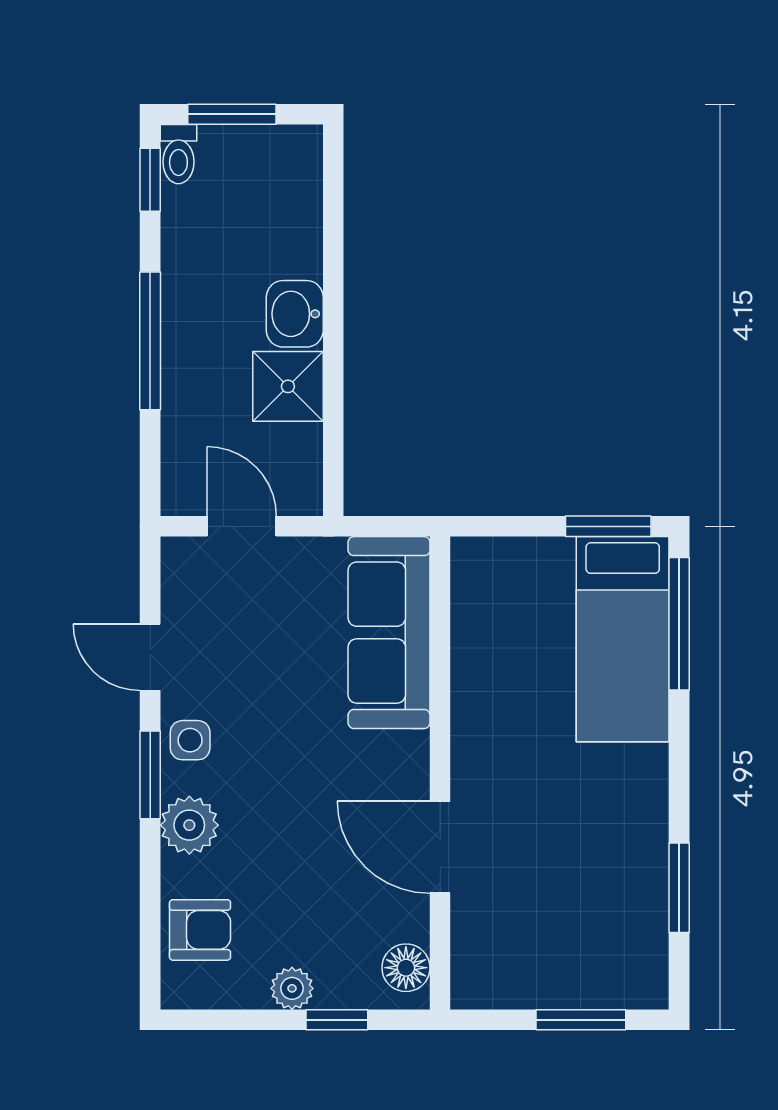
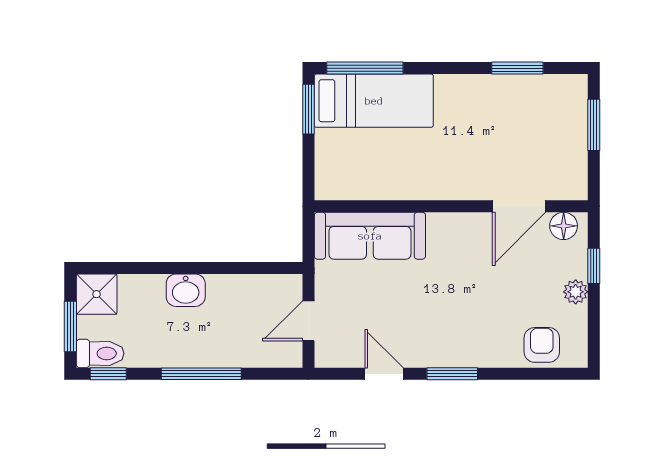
toilet: (178, 154) -> (100, 353), width x1.37, depth x1.39
shower: (288, 386) -> (97, 294), moved
door: (150, 657) -> (384, 374), swing flipped
side table: (190, 740) -> (432, 351), removed
plant: (189, 825) -> (481, 351), removed
door: (440, 847) -> (519, 206), moved

